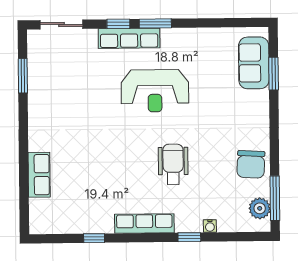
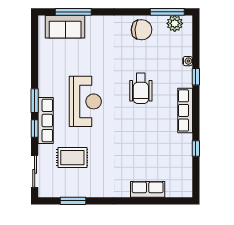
rug: (80, 74) -> (72, 158), added
window: (274, 74) -> (73, 12), width x1.44
wheelchair: (173, 164) -> (141, 88), turned -90

